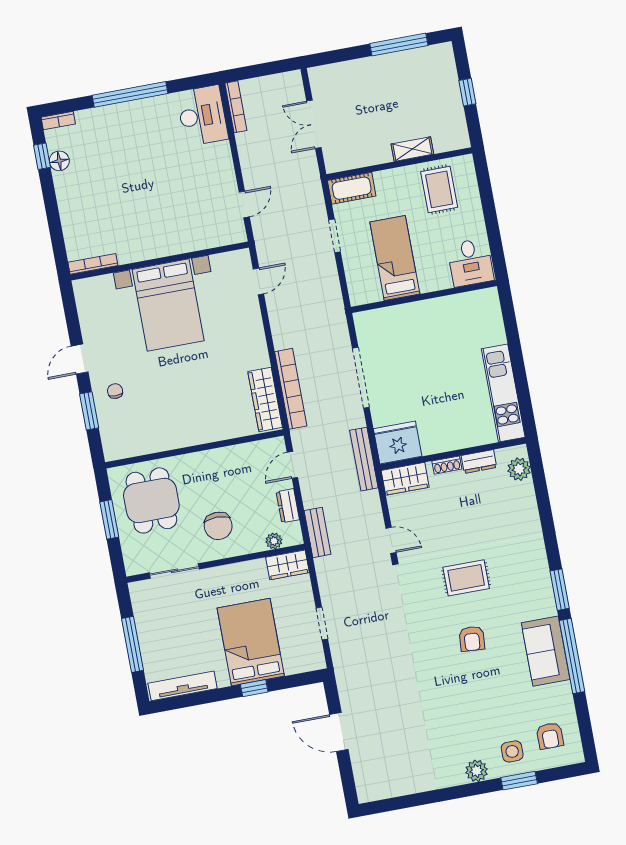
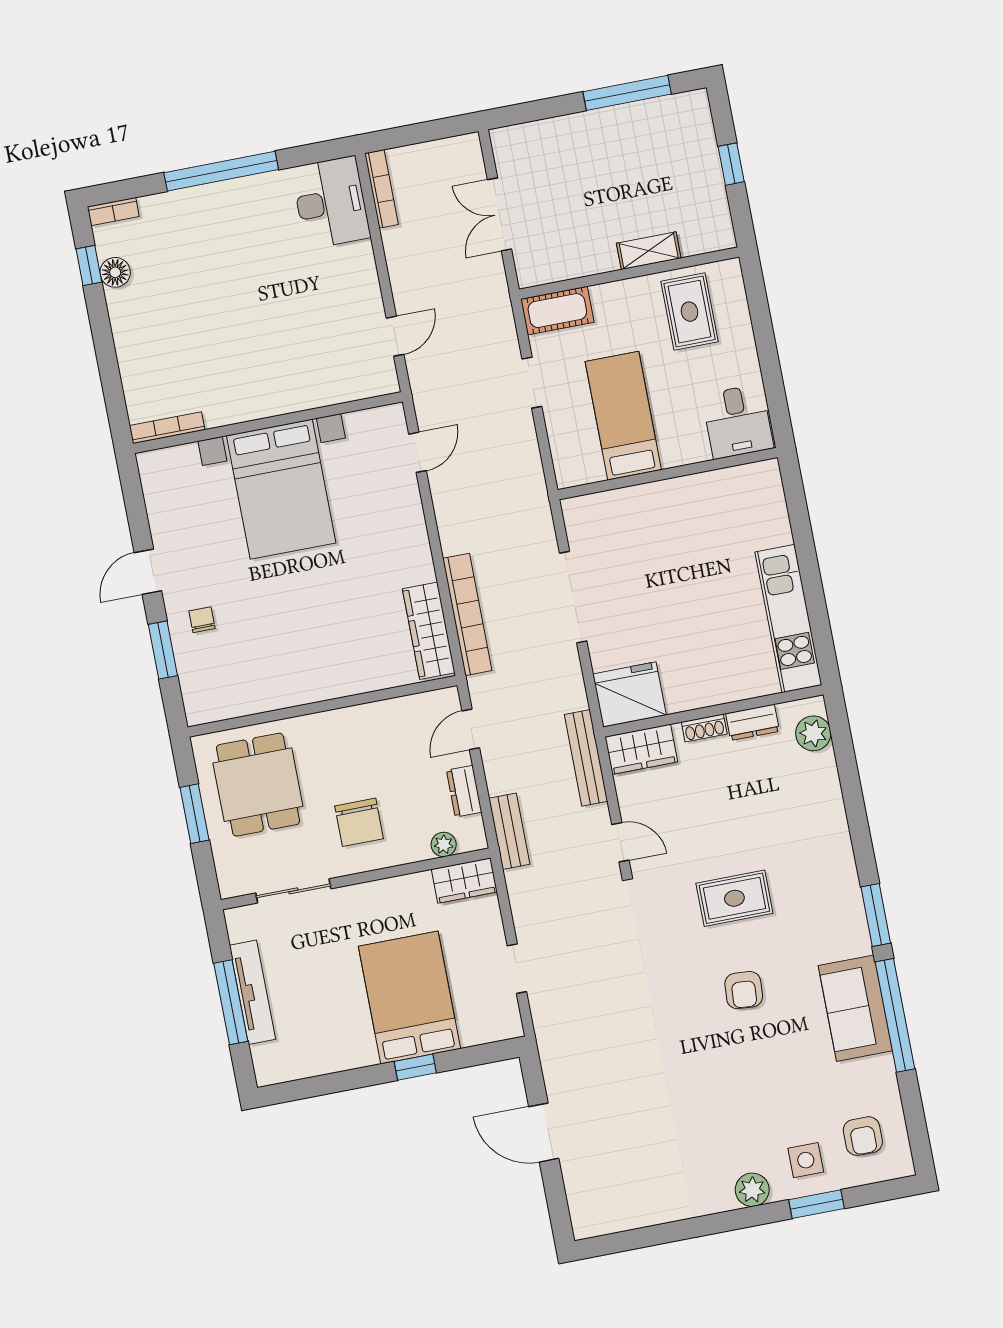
bench: (364, 459) -> (586, 758), moved
tv unit: (183, 686) -> (252, 992), moved, turned 90

